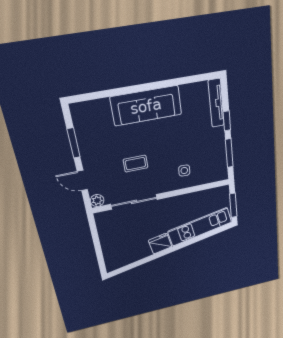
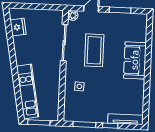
sofa: (146, 106) -> (135, 60), width x0.73
coffee table: (136, 164) -> (94, 50), width x1.86, depth x1.72
fridge: (160, 244) -> (18, 27), moved

